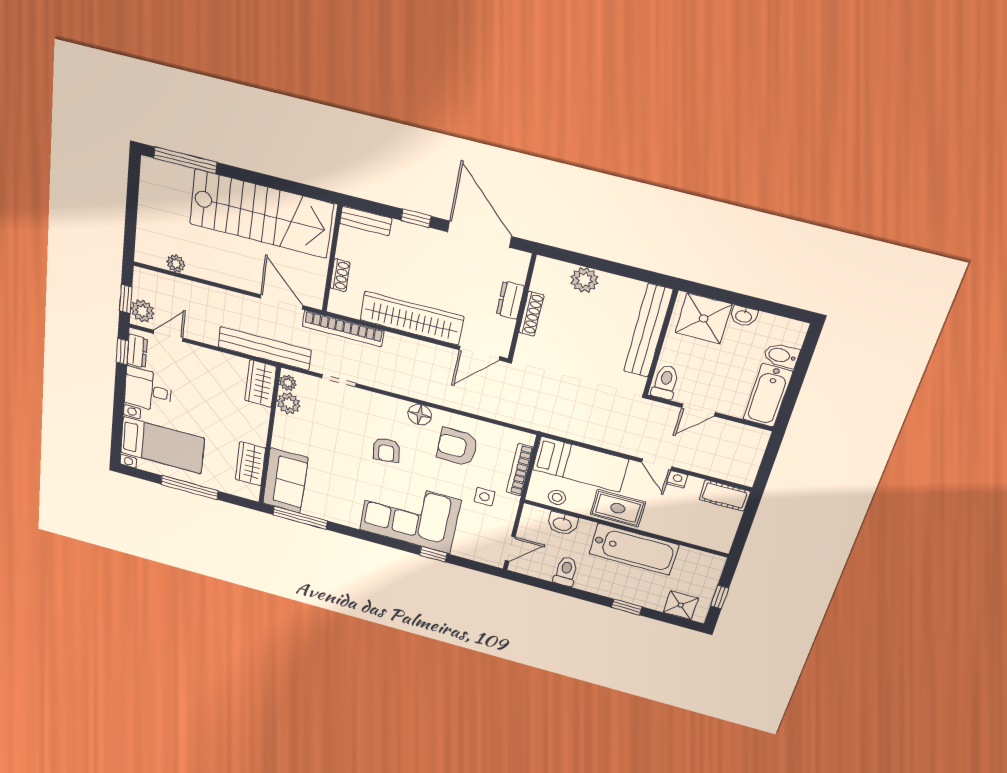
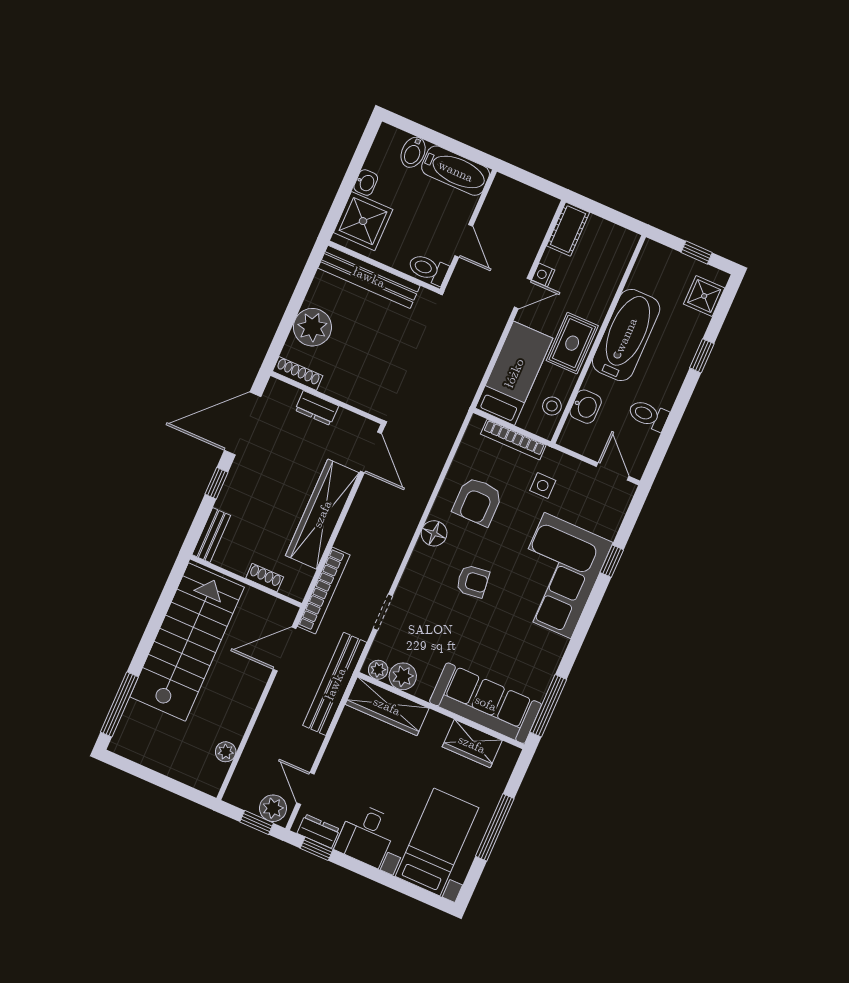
plant: (584, 280) -> (312, 327), width x1.36, depth x1.36
shoe rack: (531, 314) -> (298, 373), moved
wardrobe: (261, 384) -> (387, 706), width x1.50
sofa: (285, 481) -> (486, 703), width x1.36

